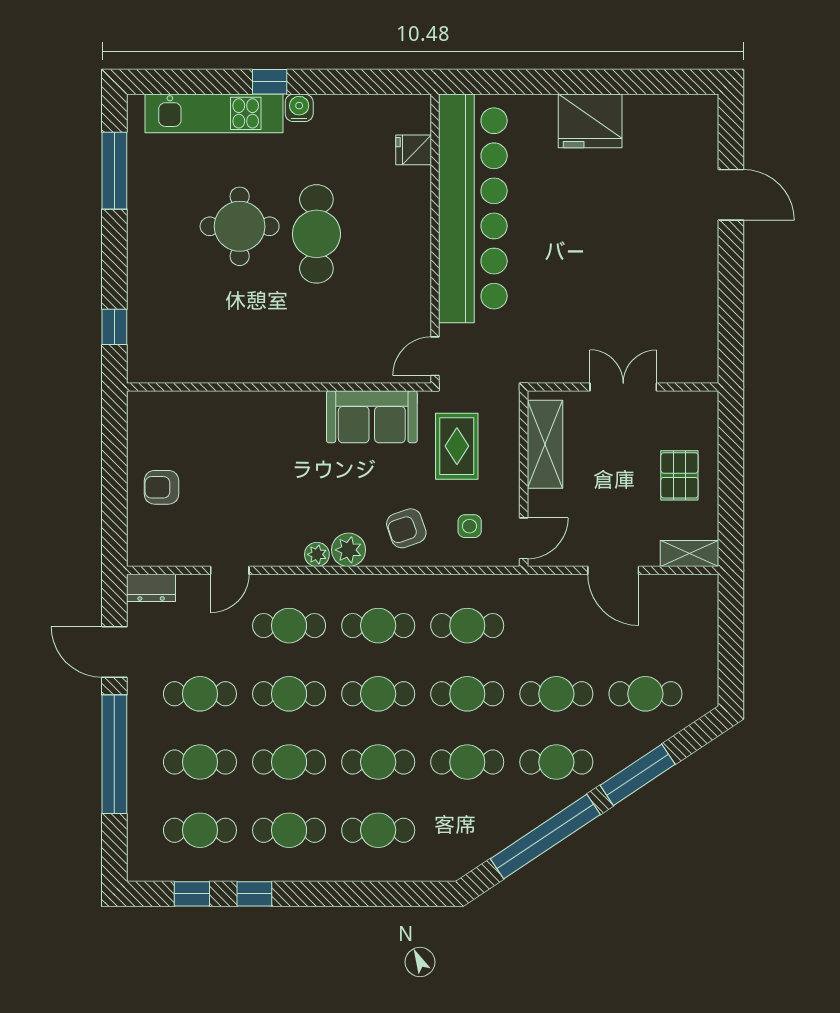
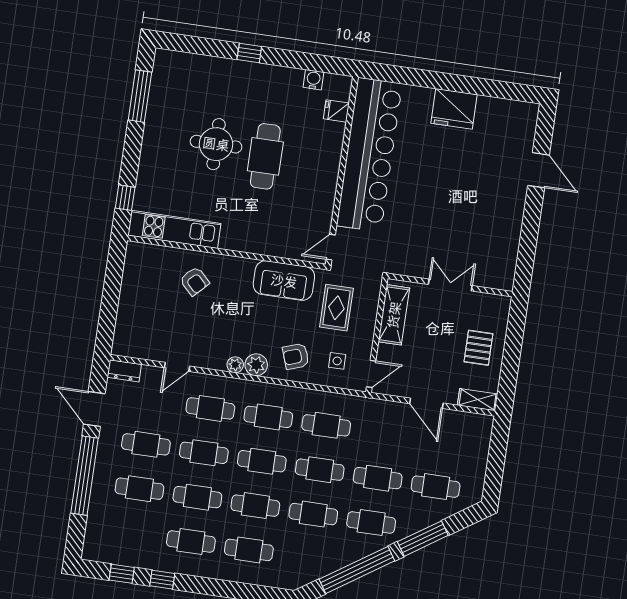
water cooler: (299, 108) -> (313, 80), moved
kitchen unit: (214, 113) -> (174, 229), moved, turned 180
armchair: (162, 487) -> (195, 281), moved, turned -135
cafe table: (200, 830) -> (133, 533), removed

